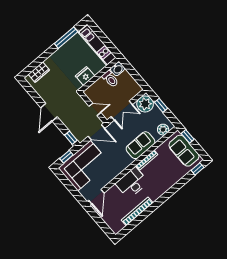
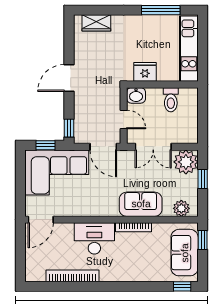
washbasin: (118, 69) -> (136, 95), moved

